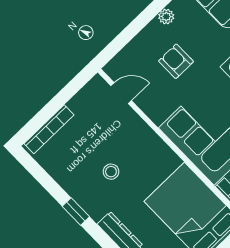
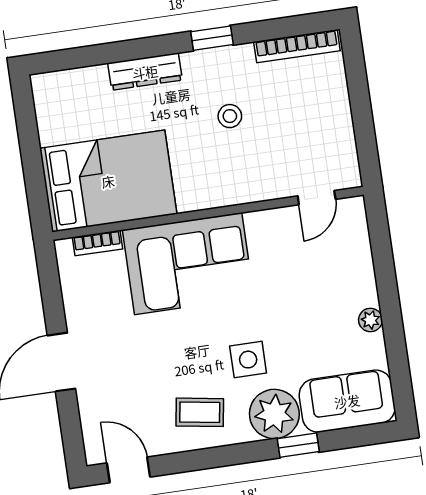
armchair: (176, 61) -> (307, 293), removed
bookcase: (49, 129) -> (297, 46), moved, turned -90

